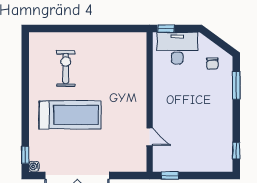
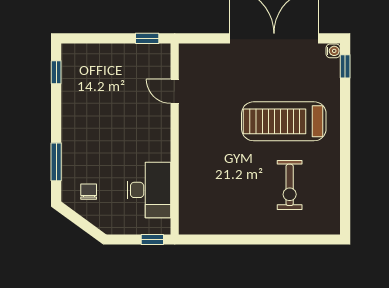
desk: (177, 48) -> (149, 190), moved, turned -90

